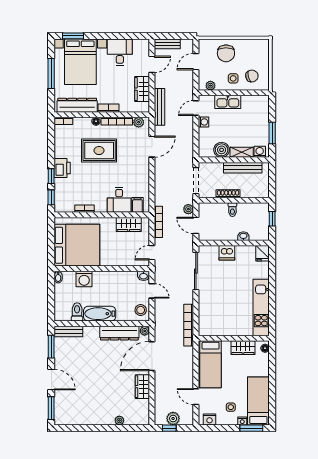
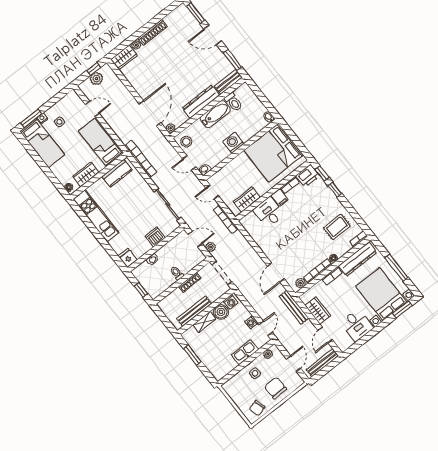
bench: (167, 44) -> (322, 363), width x1.36
chair: (252, 76) -> (257, 408), moved
rug: (99, 151) -> (337, 227), moved, width x0.73, depth x0.70
washing machine: (260, 152) -> (231, 302), moved
printer: (62, 168) -> (308, 176), moved, turned -90
filing cabinet: (137, 205) -> (280, 198), moved
door: (152, 253) -> (212, 192), swing flipped
washing machine: (84, 279) -> (233, 143), moved
kitchen counter: (217, 329) -> (117, 173), added
dresser: (119, 333) -> (201, 102), moved
wardrobe: (142, 387) -> (124, 57), moved, turned 90
nightstand: (209, 419) -> (68, 100), removed
shoe rack: (98, 420) -> (153, 32), added

